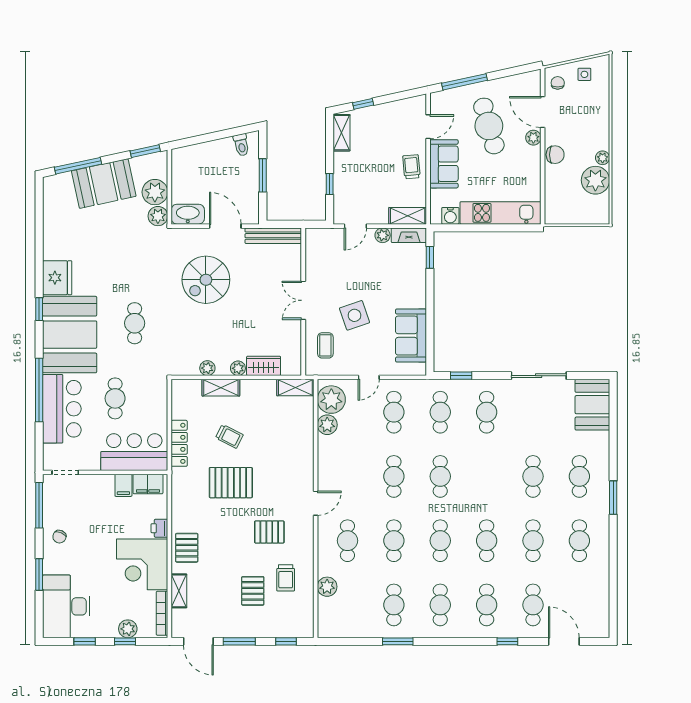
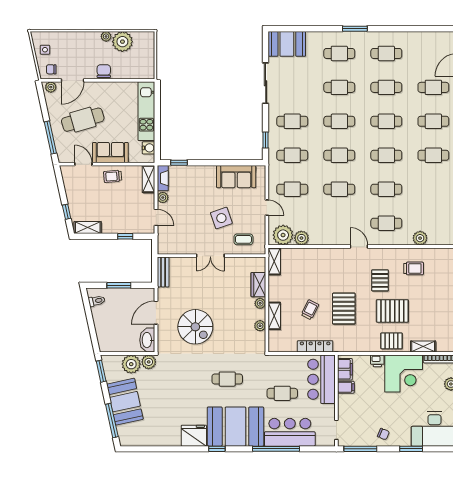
plant: (533, 138) -> (51, 87), moved
bench: (273, 236) -> (163, 272), width x0.73
pallet: (253, 591) -> (392, 311), moved, width x1.50, depth x1.42
cafe table: (394, 605) -> (339, 121), moved

